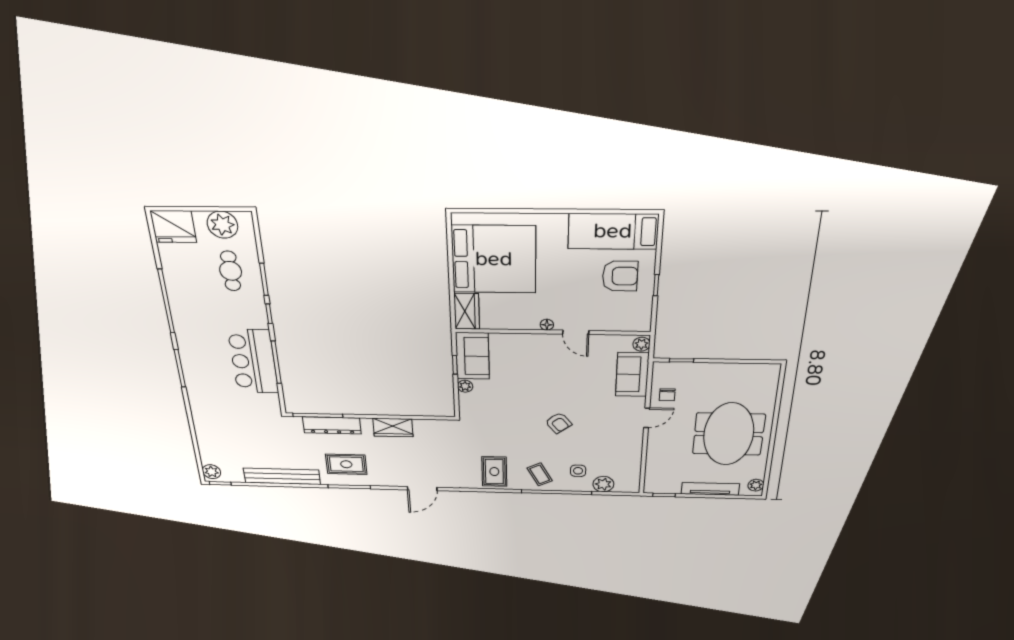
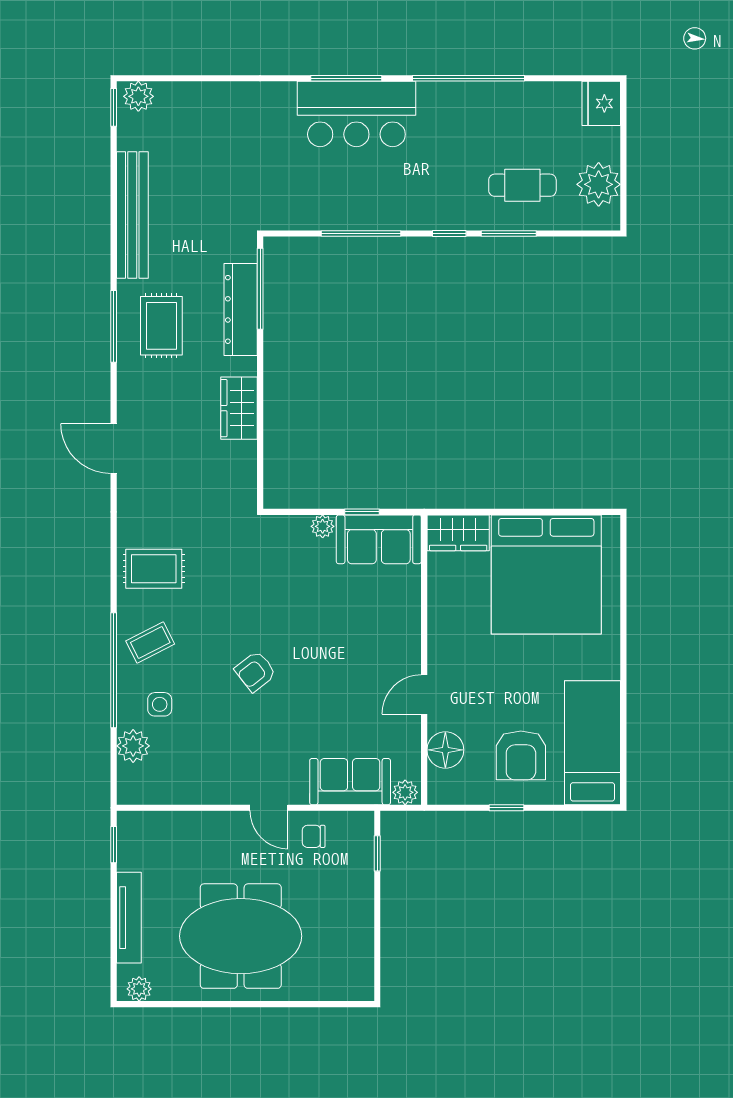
fridge: (173, 227) -> (601, 103), width x0.73, depth x0.75
floor lamp: (547, 325) -> (445, 750), moved, width x1.89, depth x1.89
bar counter: (253, 361) -> (356, 114), moved, turned 180

